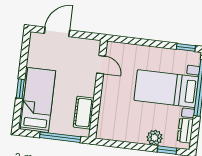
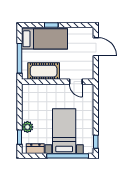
door: (101, 65) -> (76, 82), hinge flipped
cot: (84, 113) -> (44, 71), width x1.37, depth x1.34

